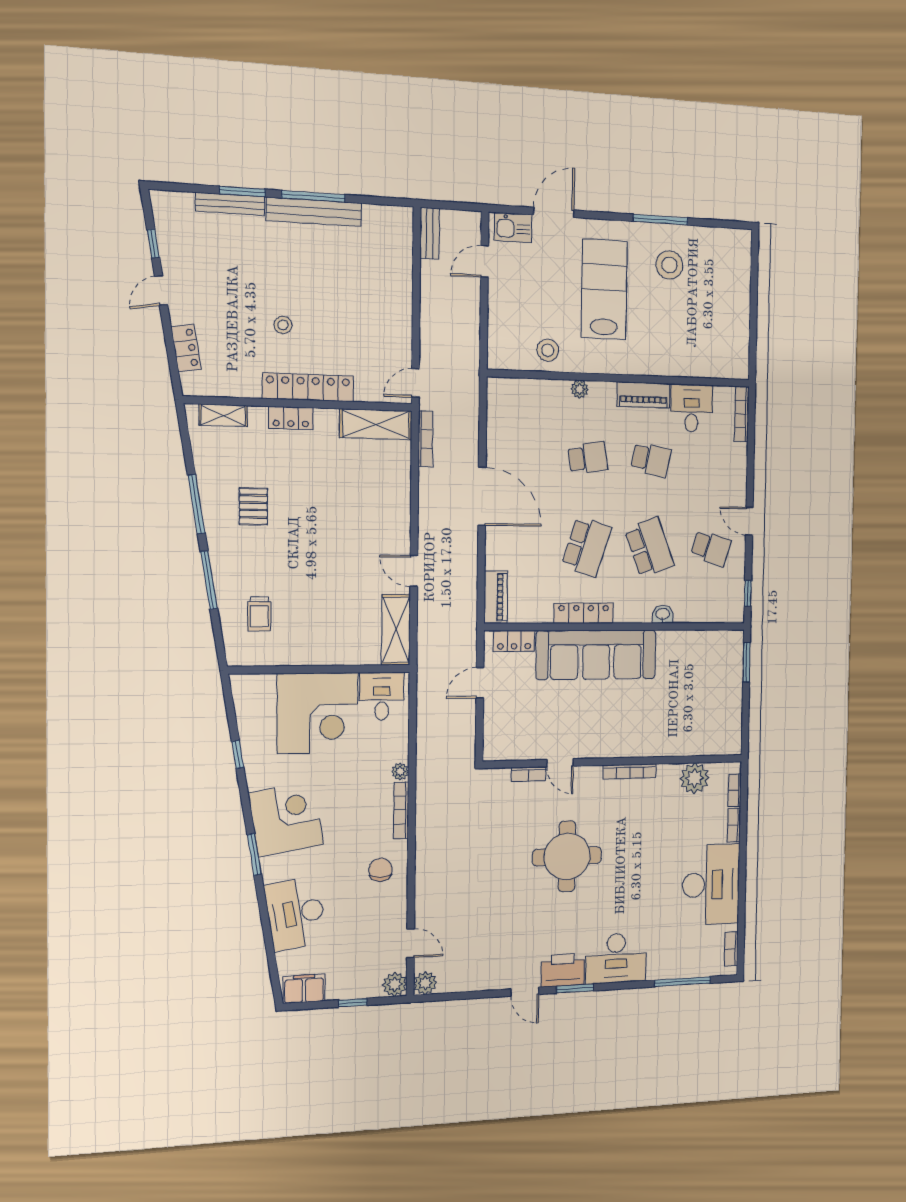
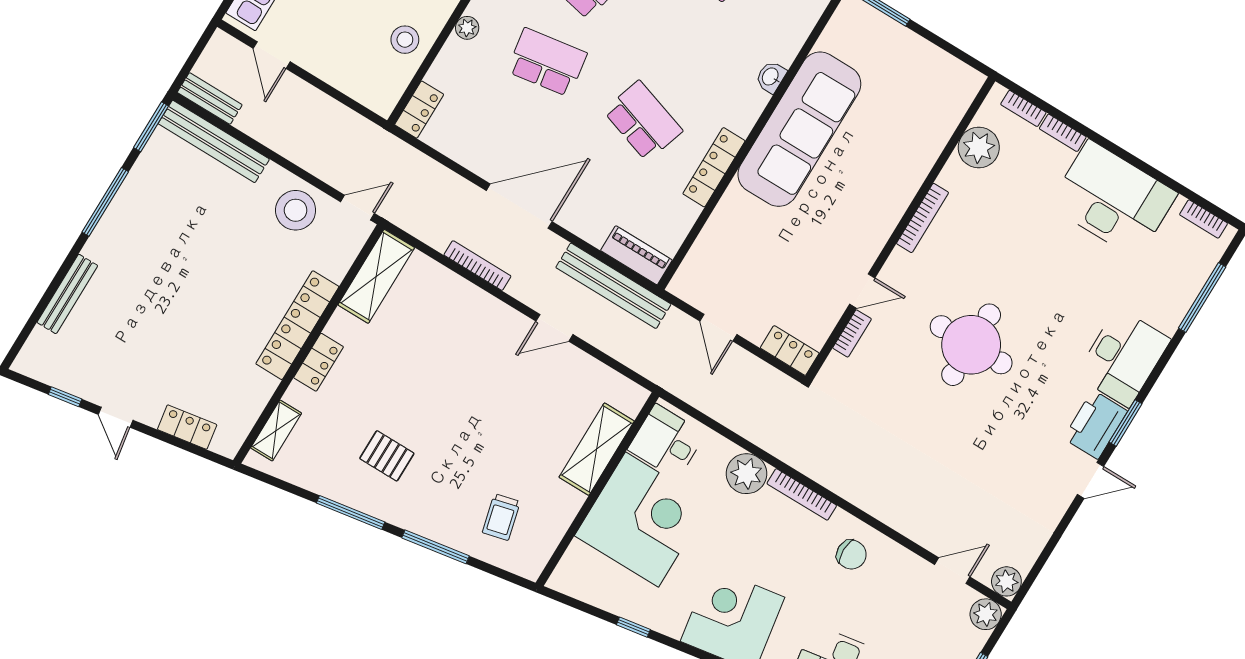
window: (242, 192) -> (151, 127), moved
bench: (314, 212) -> (214, 141), moved, turned 90
stool: (283, 325) -> (296, 210), moved, width x1.89, depth x1.89
door: (415, 383) -> (358, 208), swing flipped
locker: (507, 388) -> (419, 110), added
bookcase: (425, 439) -> (477, 266), moved
school desk: (588, 458) -> (547, 62), width x1.85
school desk: (649, 547) -> (687, 49), removed
bench: (466, 594) -> (613, 286), added
trolley: (259, 614) -> (501, 517), turned 76
shelving: (396, 630) -> (597, 449), moved, turned 90
locker: (514, 641) -> (790, 350), moved, turned -90
sofa: (596, 655) -> (799, 129), moved
plant: (400, 771) -> (746, 474), width x1.88, depth x1.88
chair: (380, 870) -> (851, 555), turned 180

